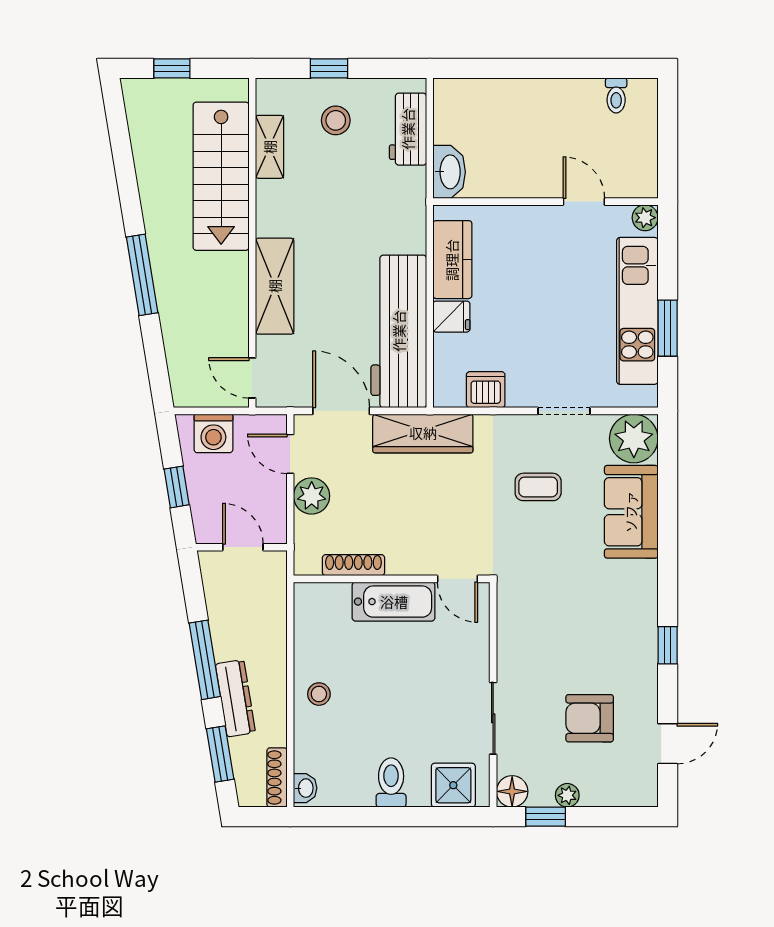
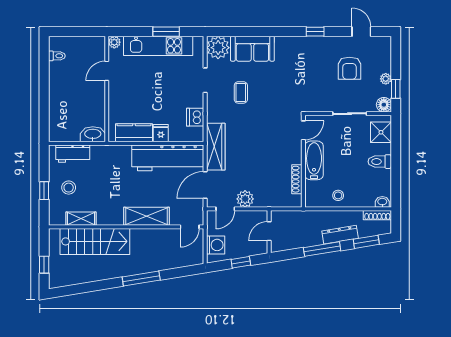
shoe rack: (353, 565) -> (297, 179), moved
wall: (392, 579) -> (303, 161), moved
door: (457, 579) -> (303, 130), moved
bathtub: (394, 602) -> (314, 160), moved

